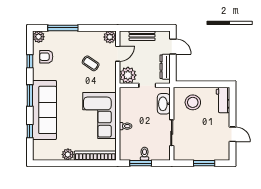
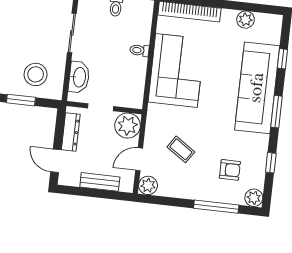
armchair: (46, 57) -> (230, 170), moved
window: (201, 84) -> (21, 100), added
plant: (68, 154) -> (246, 20), moved

